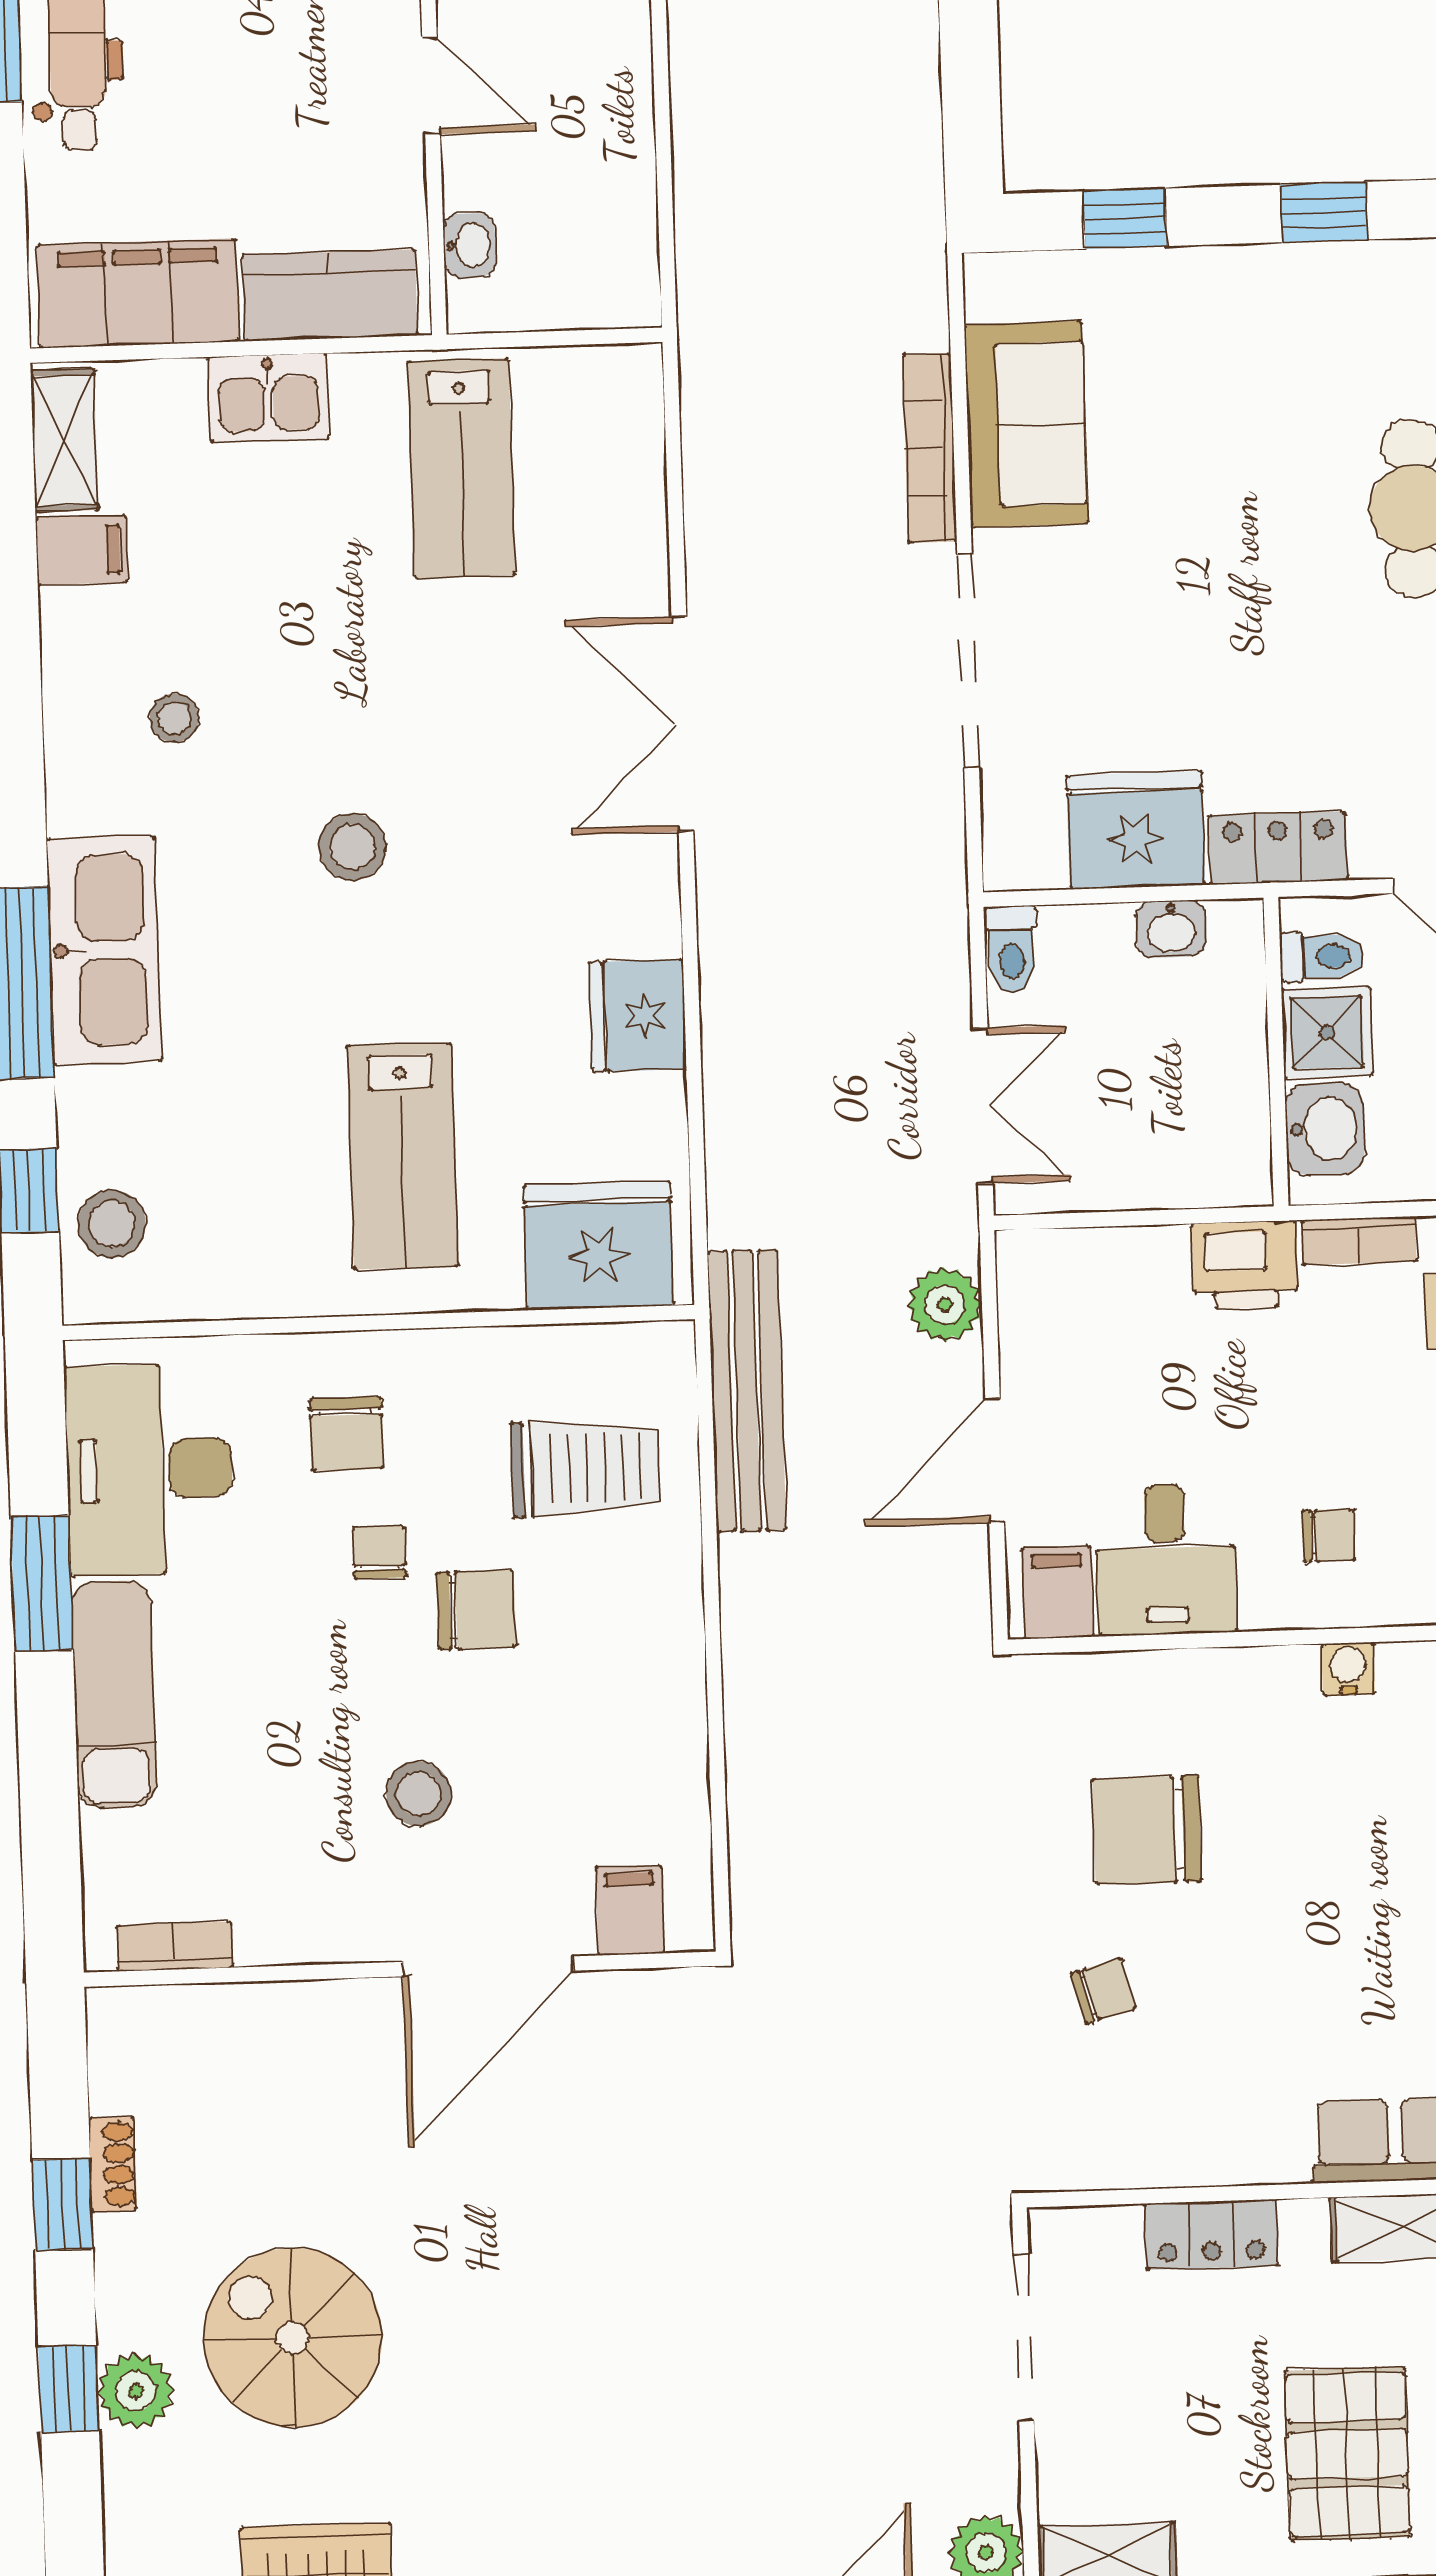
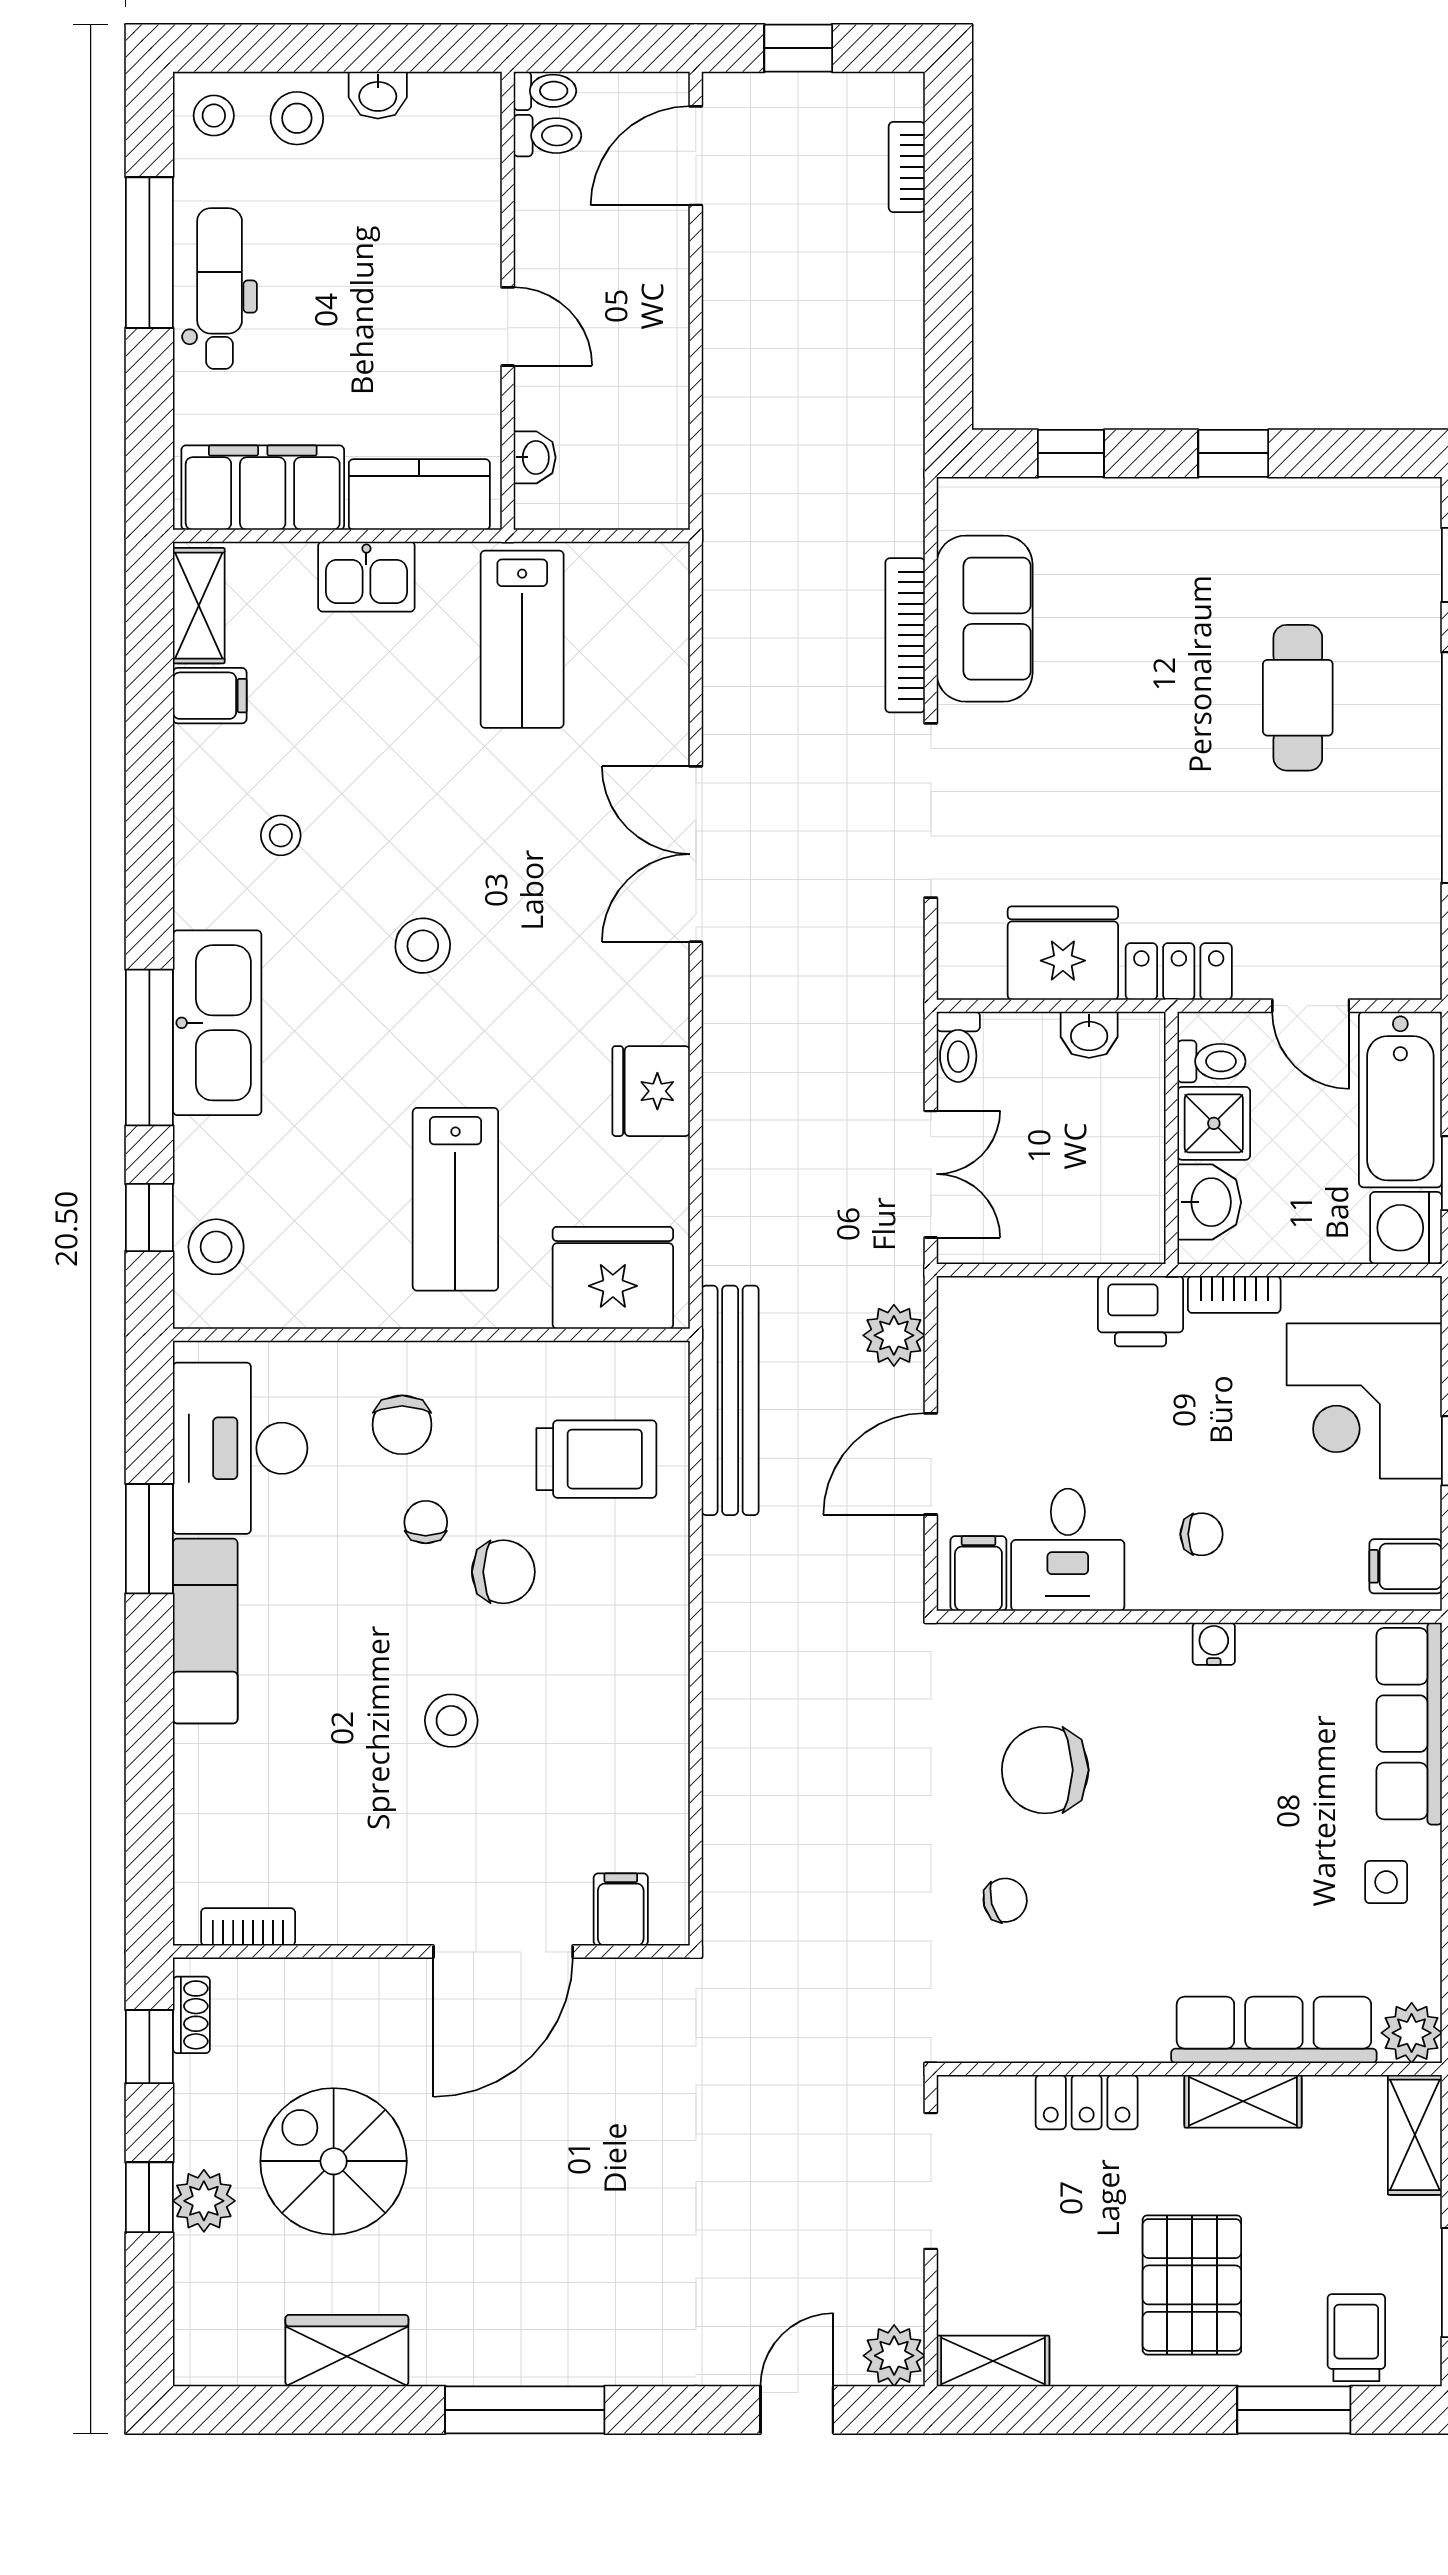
filing cabinet: (630, 1910) -> (621, 1910), moved
bookcase: (175, 1946) -> (248, 1927), moved
door: (488, 1966) -> (503, 1952), moved
wall: (400, 1969) -> (431, 1952), moved

